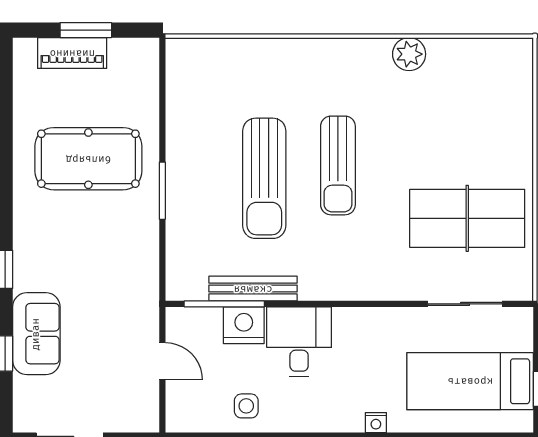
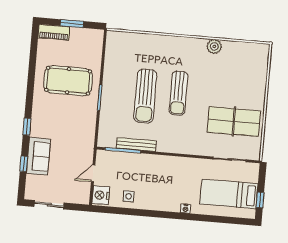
piano: (72, 53) -> (54, 32), moved
nightstand: (244, 325) -> (101, 195), moved, turned -90
desk: (299, 342) -> (155, 170), removed
door: (162, 361) -> (93, 173), swing flipped

